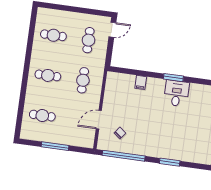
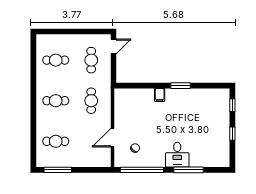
filing cabinet: (141, 82) -> (160, 95), moved
desk: (176, 93) -> (177, 155), moved, turned 180
window: (55, 146) -> (58, 170), moved
window: (170, 162) -> (189, 170), width x1.44

